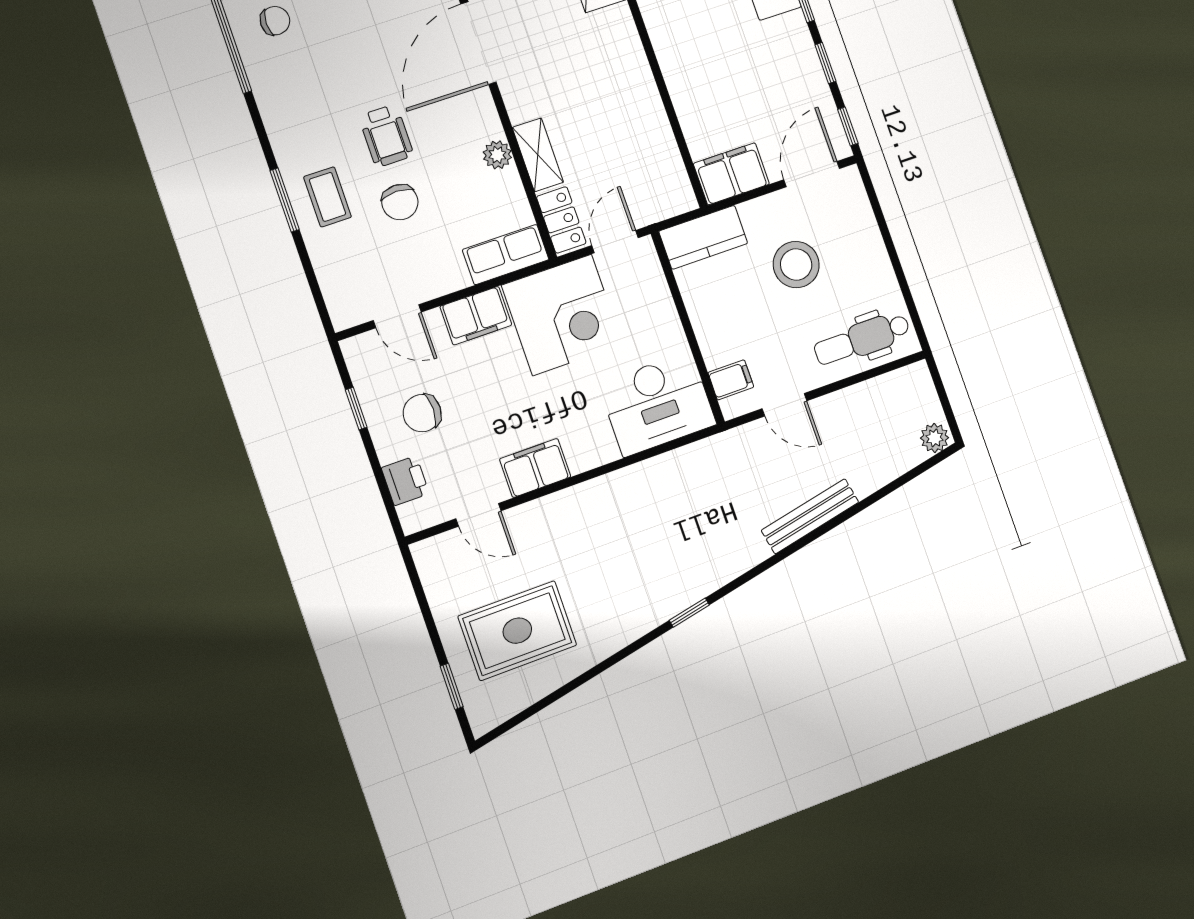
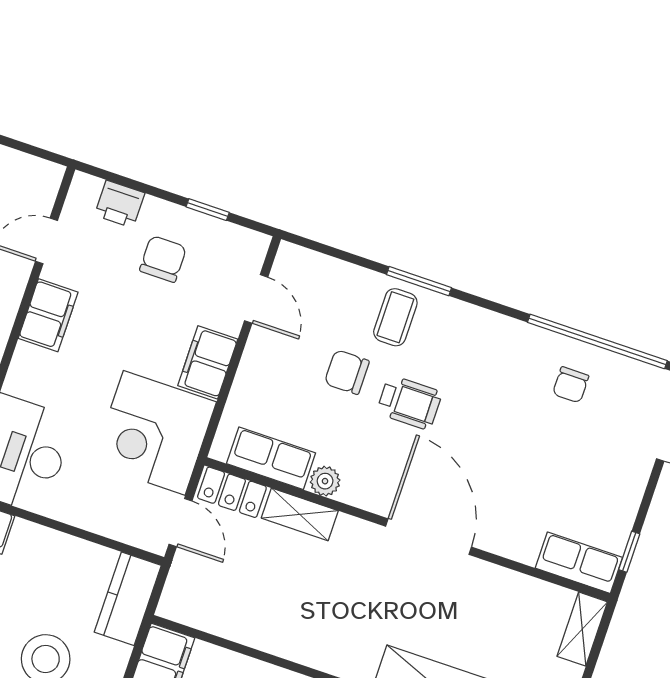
wheelchair: (386, 136) -> (409, 403), turned 180
coffee table: (328, 197) -> (395, 317), turned 90
row of seats: (506, 255) -> (271, 458), moved, turned -90
door: (397, 316) -> (256, 299), swing flipped

